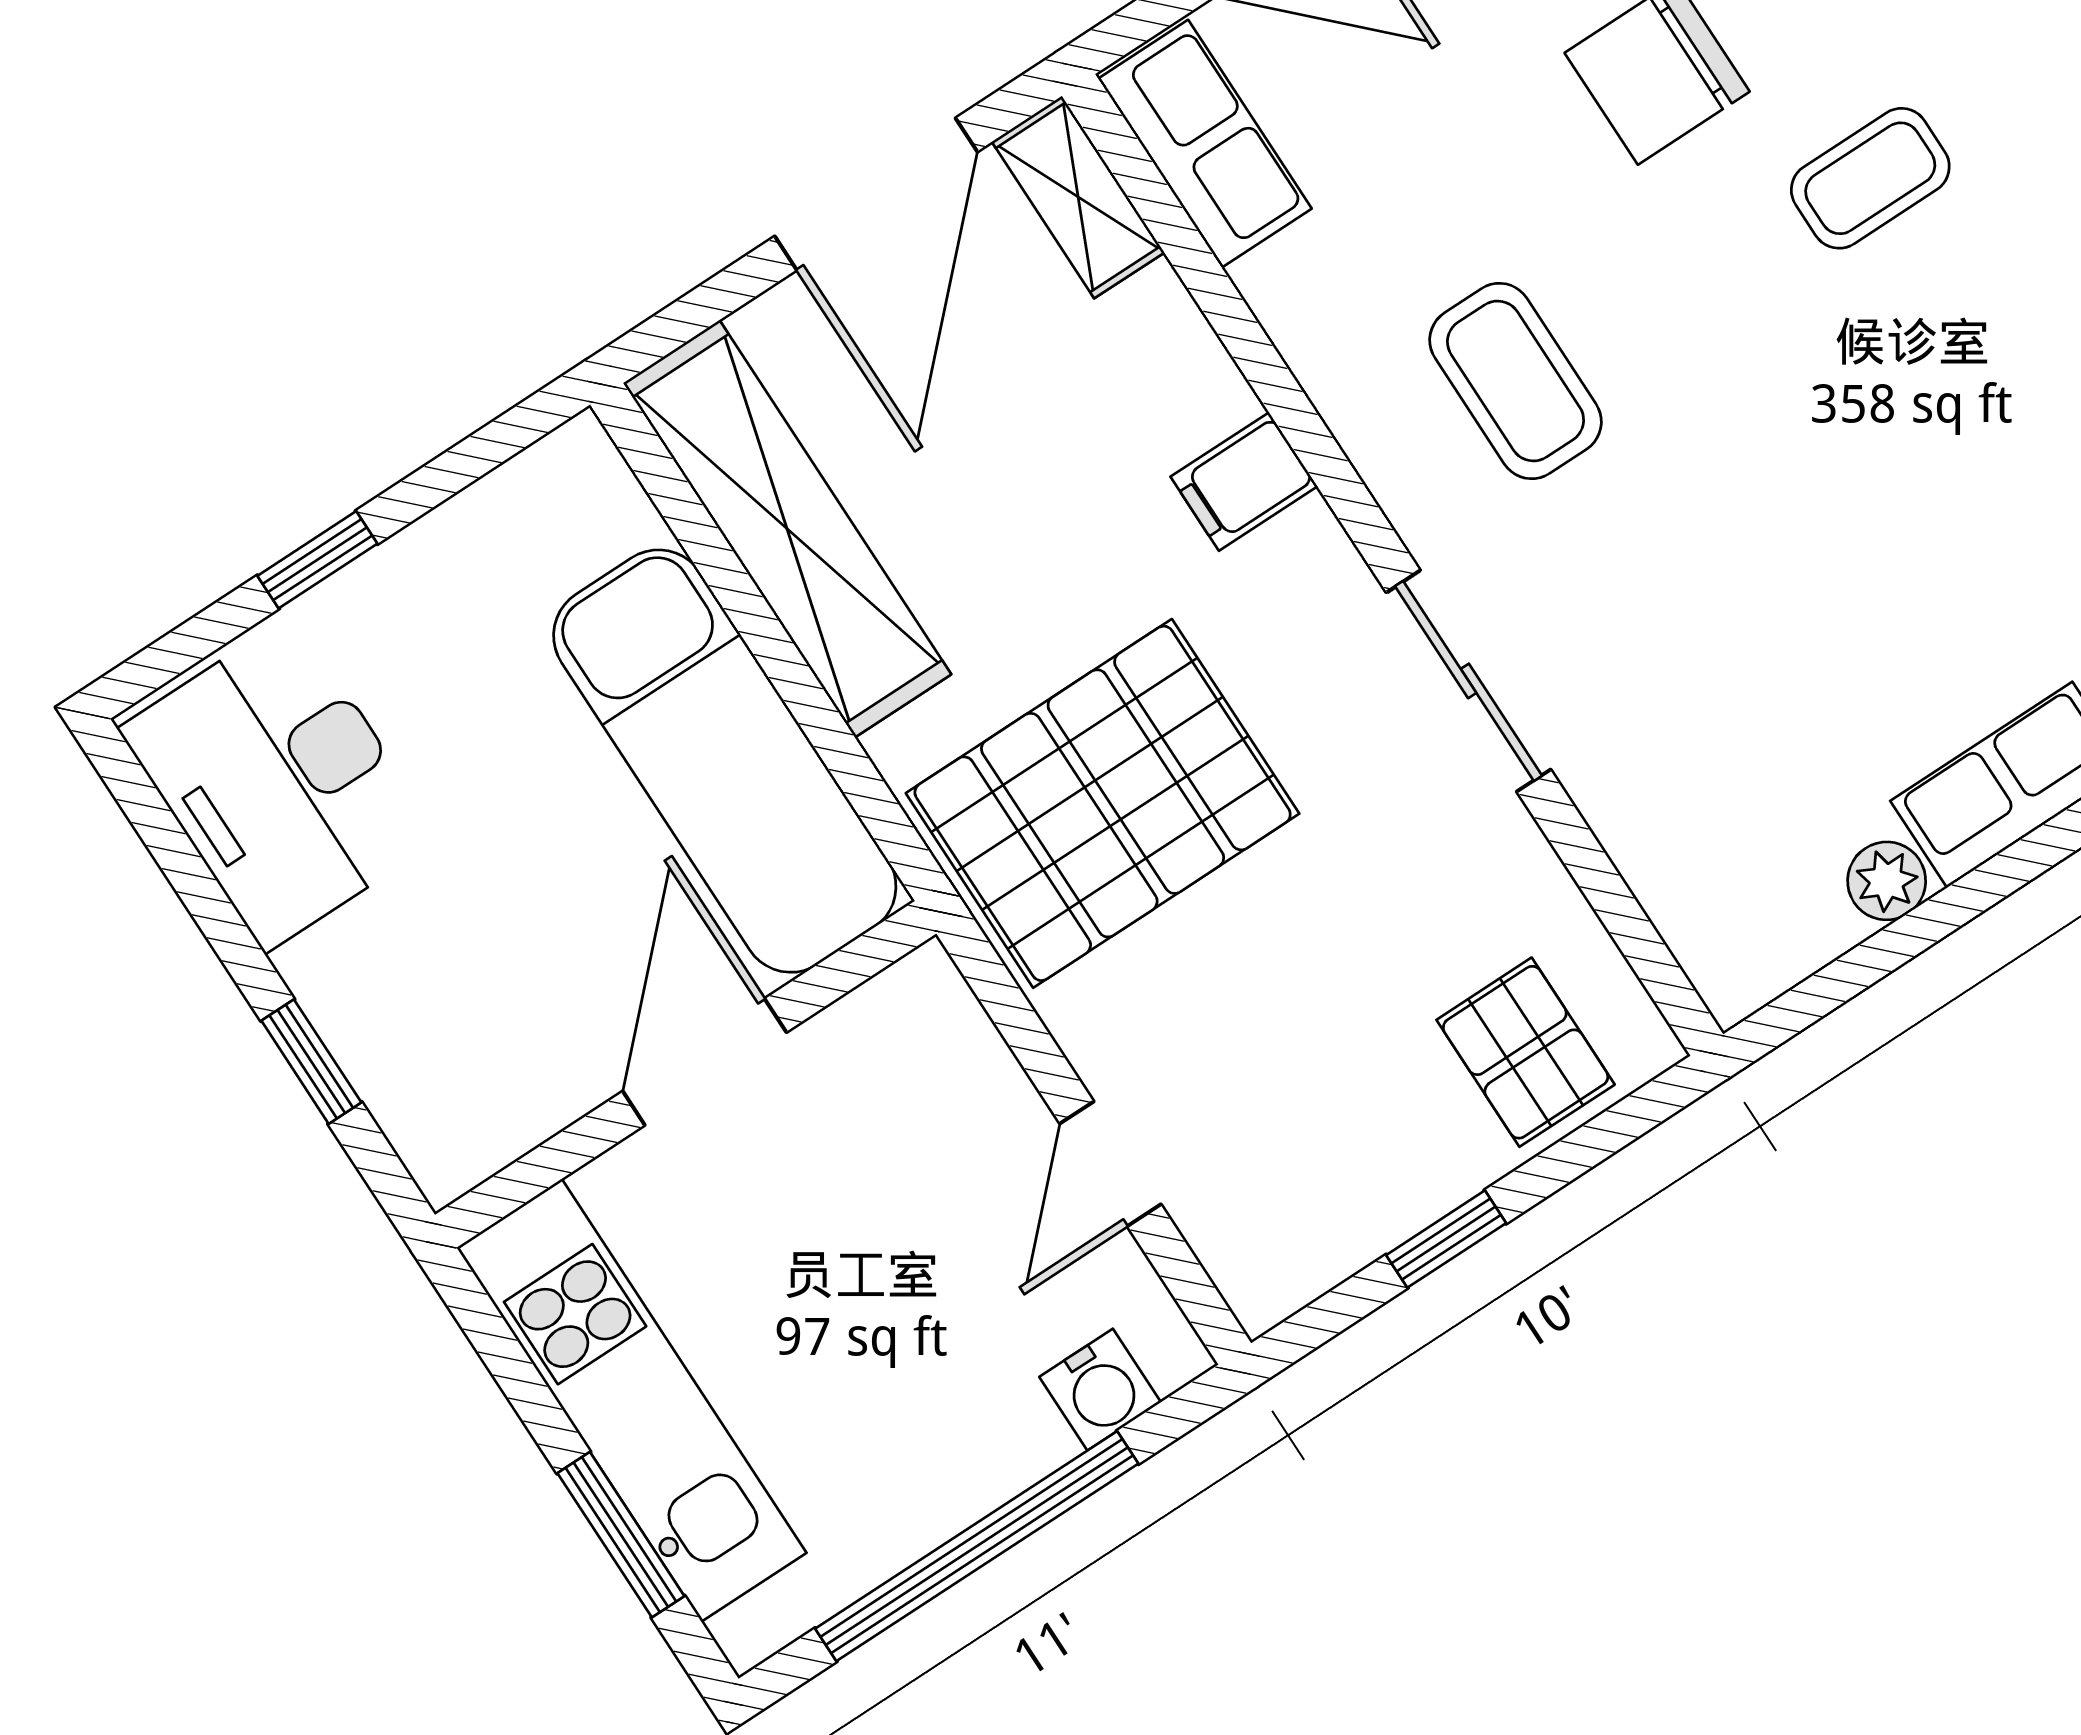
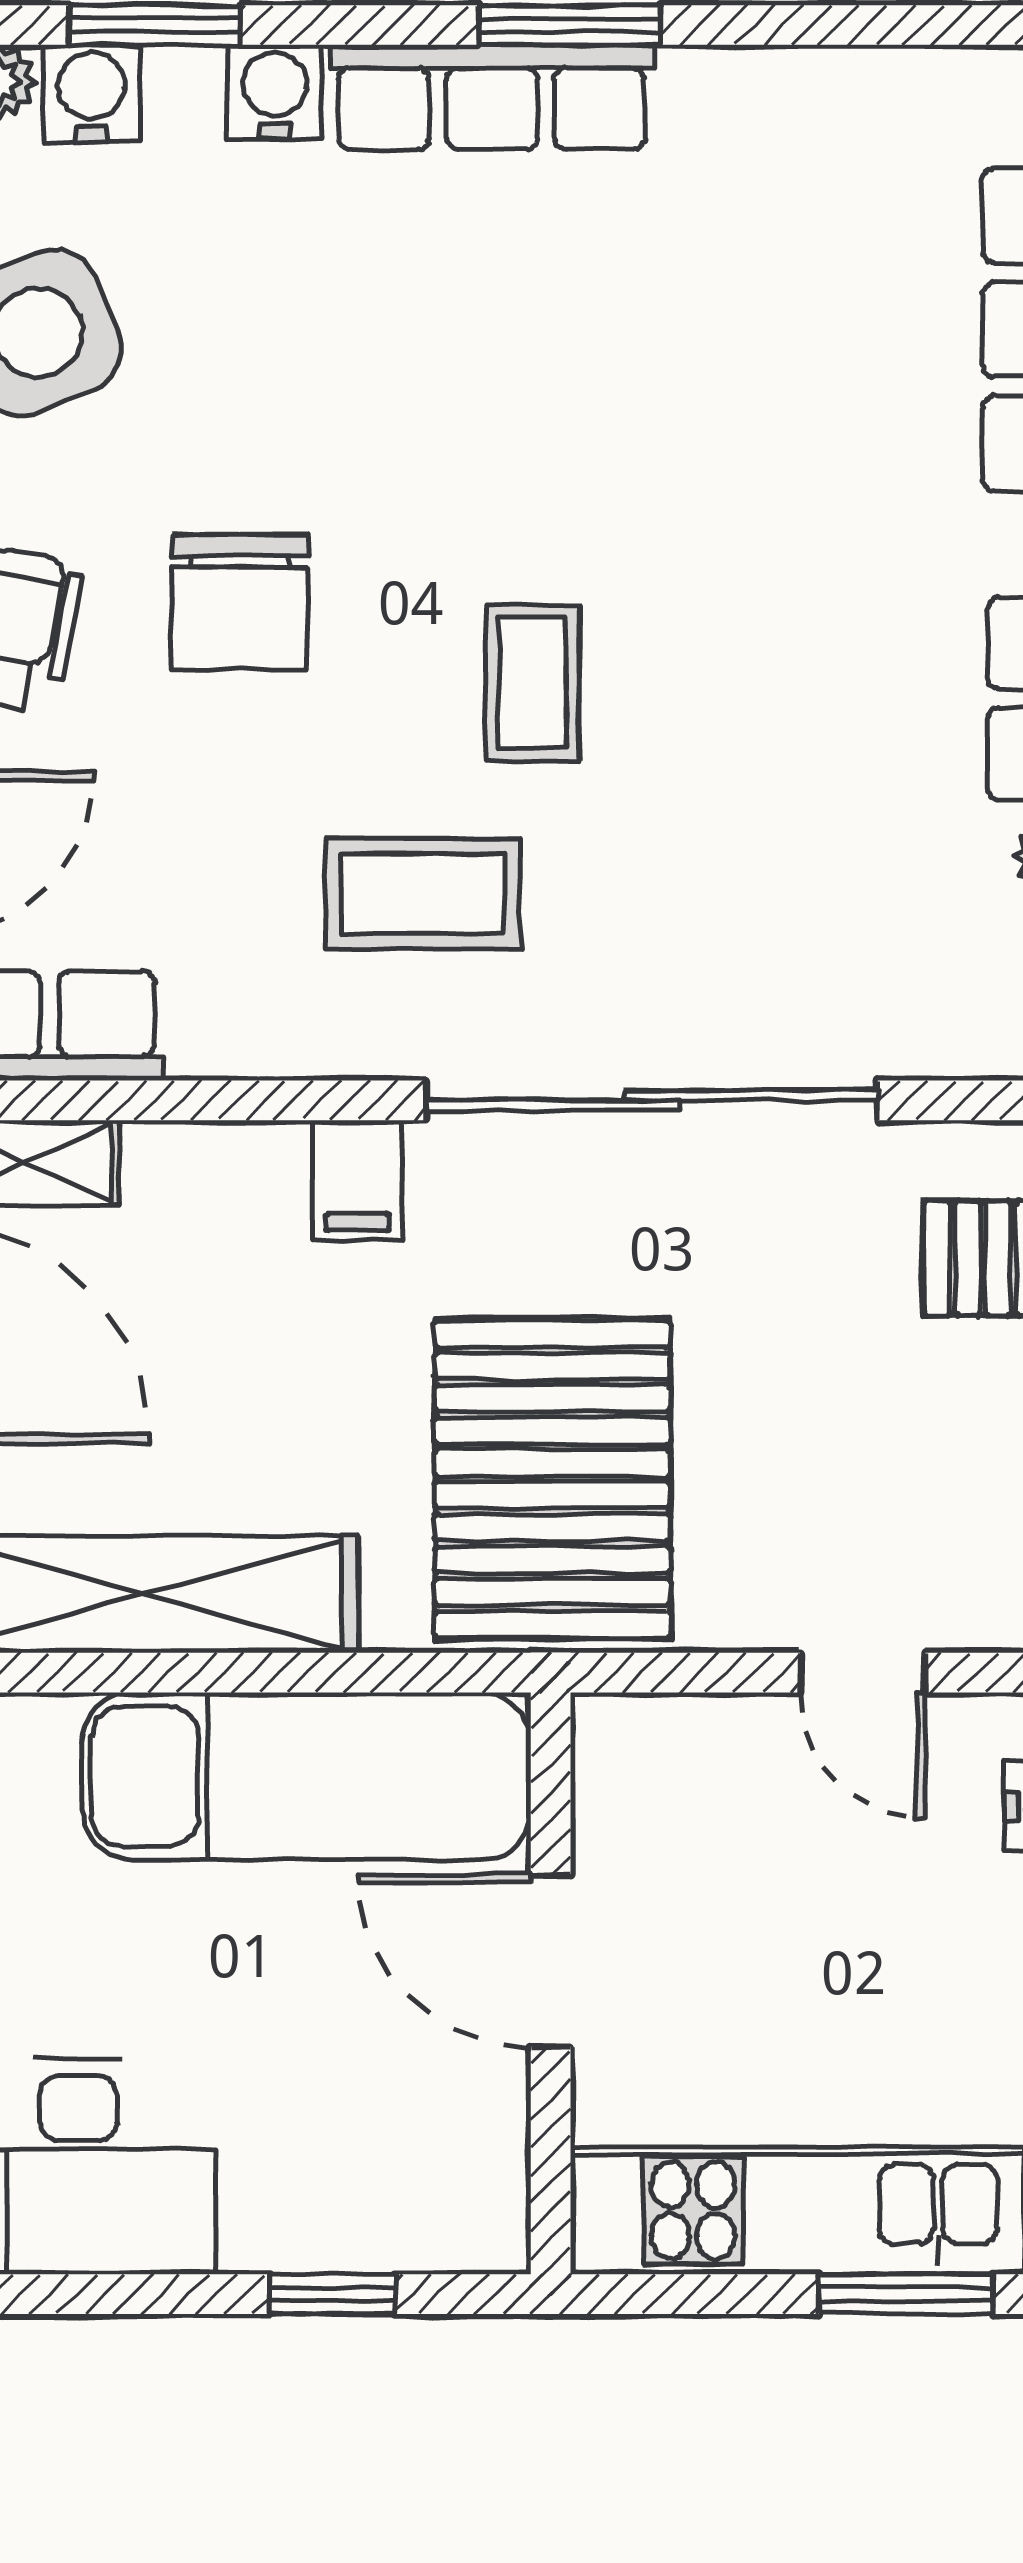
coffee table: (1870, 178) -> (532, 683), moved
sliding door: (1469, 681) -> (652, 1100), width x1.86

